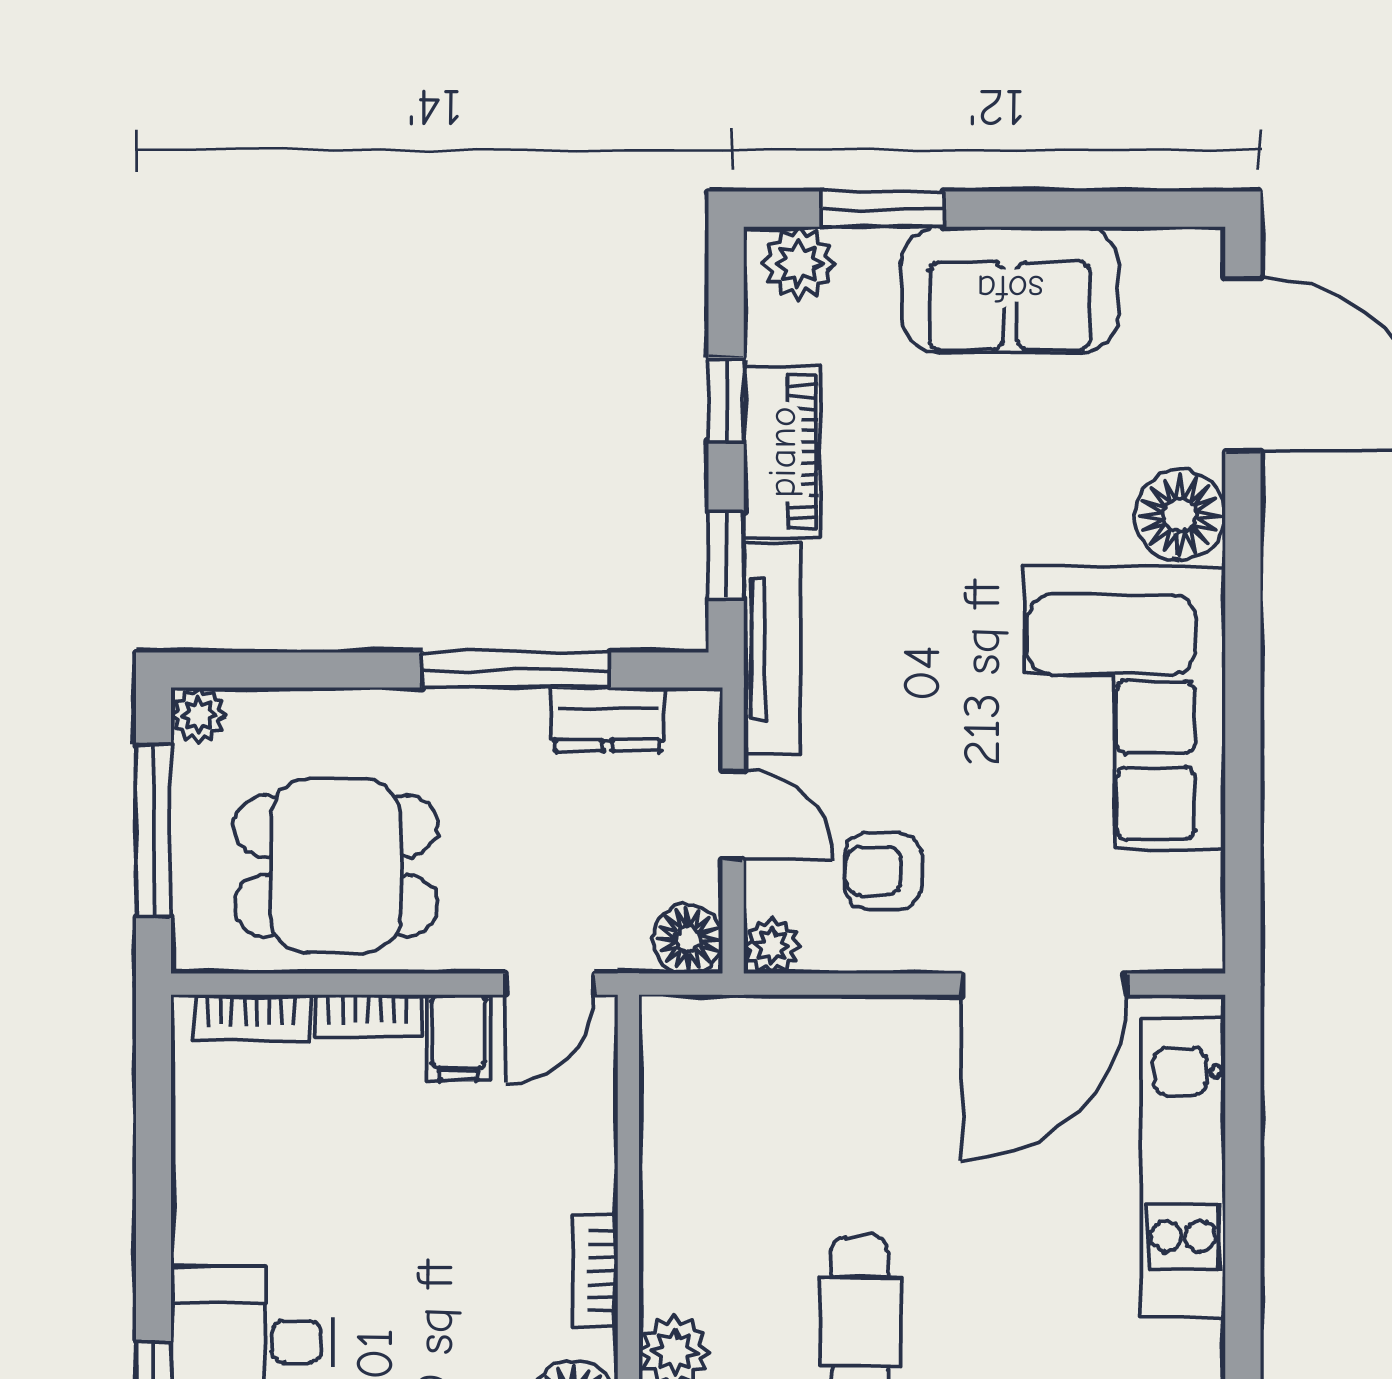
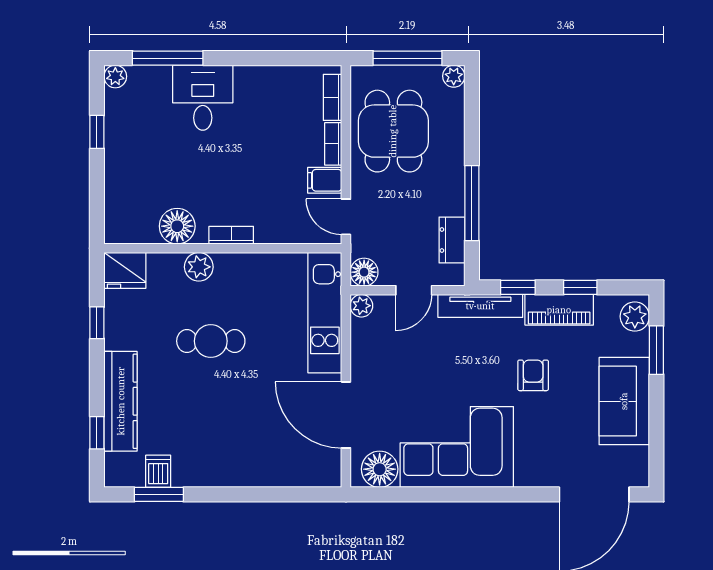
floor lamp: (1180, 515) -> (380, 469), moved
armchair: (883, 871) -> (533, 375), moved
kitchen unit: (1183, 1167) -> (325, 313), moved, turned -90

